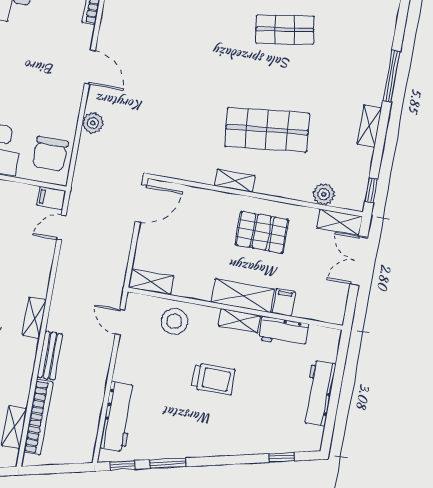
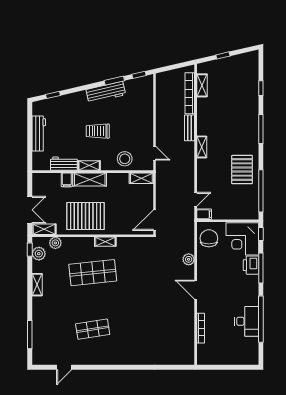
window: (392, 76) -> (30, 335), moved
plant: (357, 180) -> (39, 254), added
pallet: (262, 232) -> (85, 216), width x1.37, depth x1.41
workbench: (118, 416) -> (106, 92), moved, turned -103

